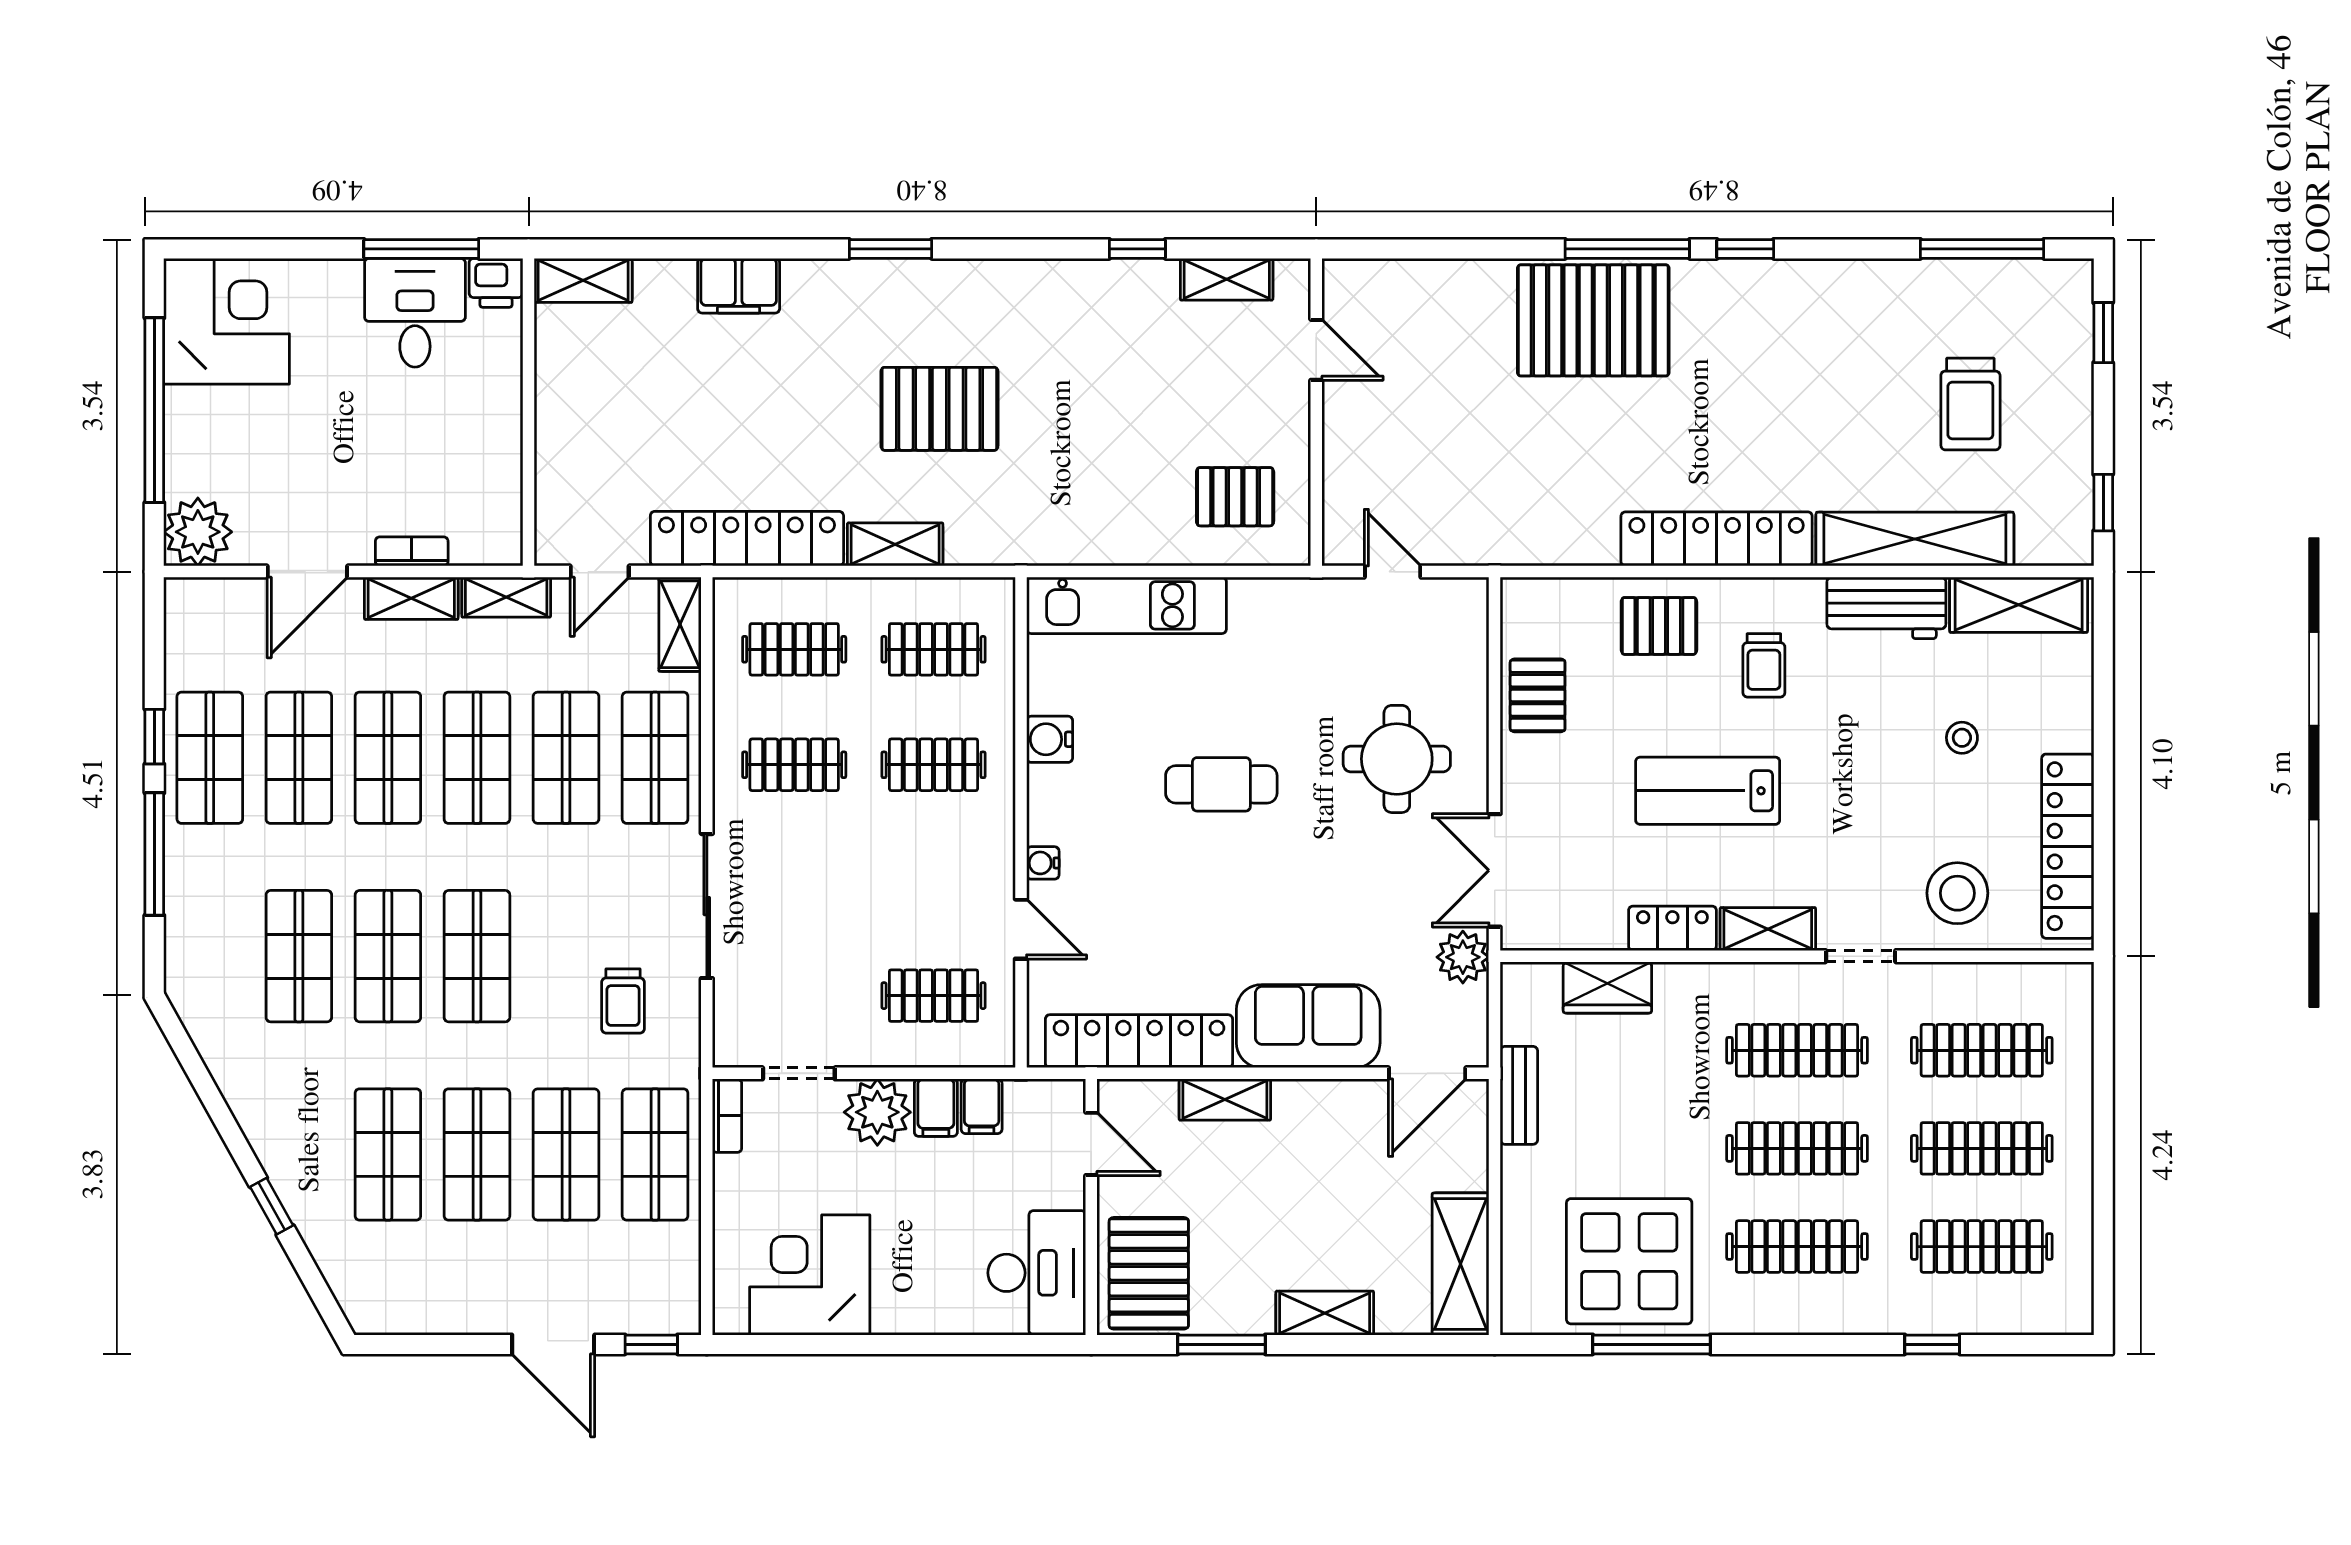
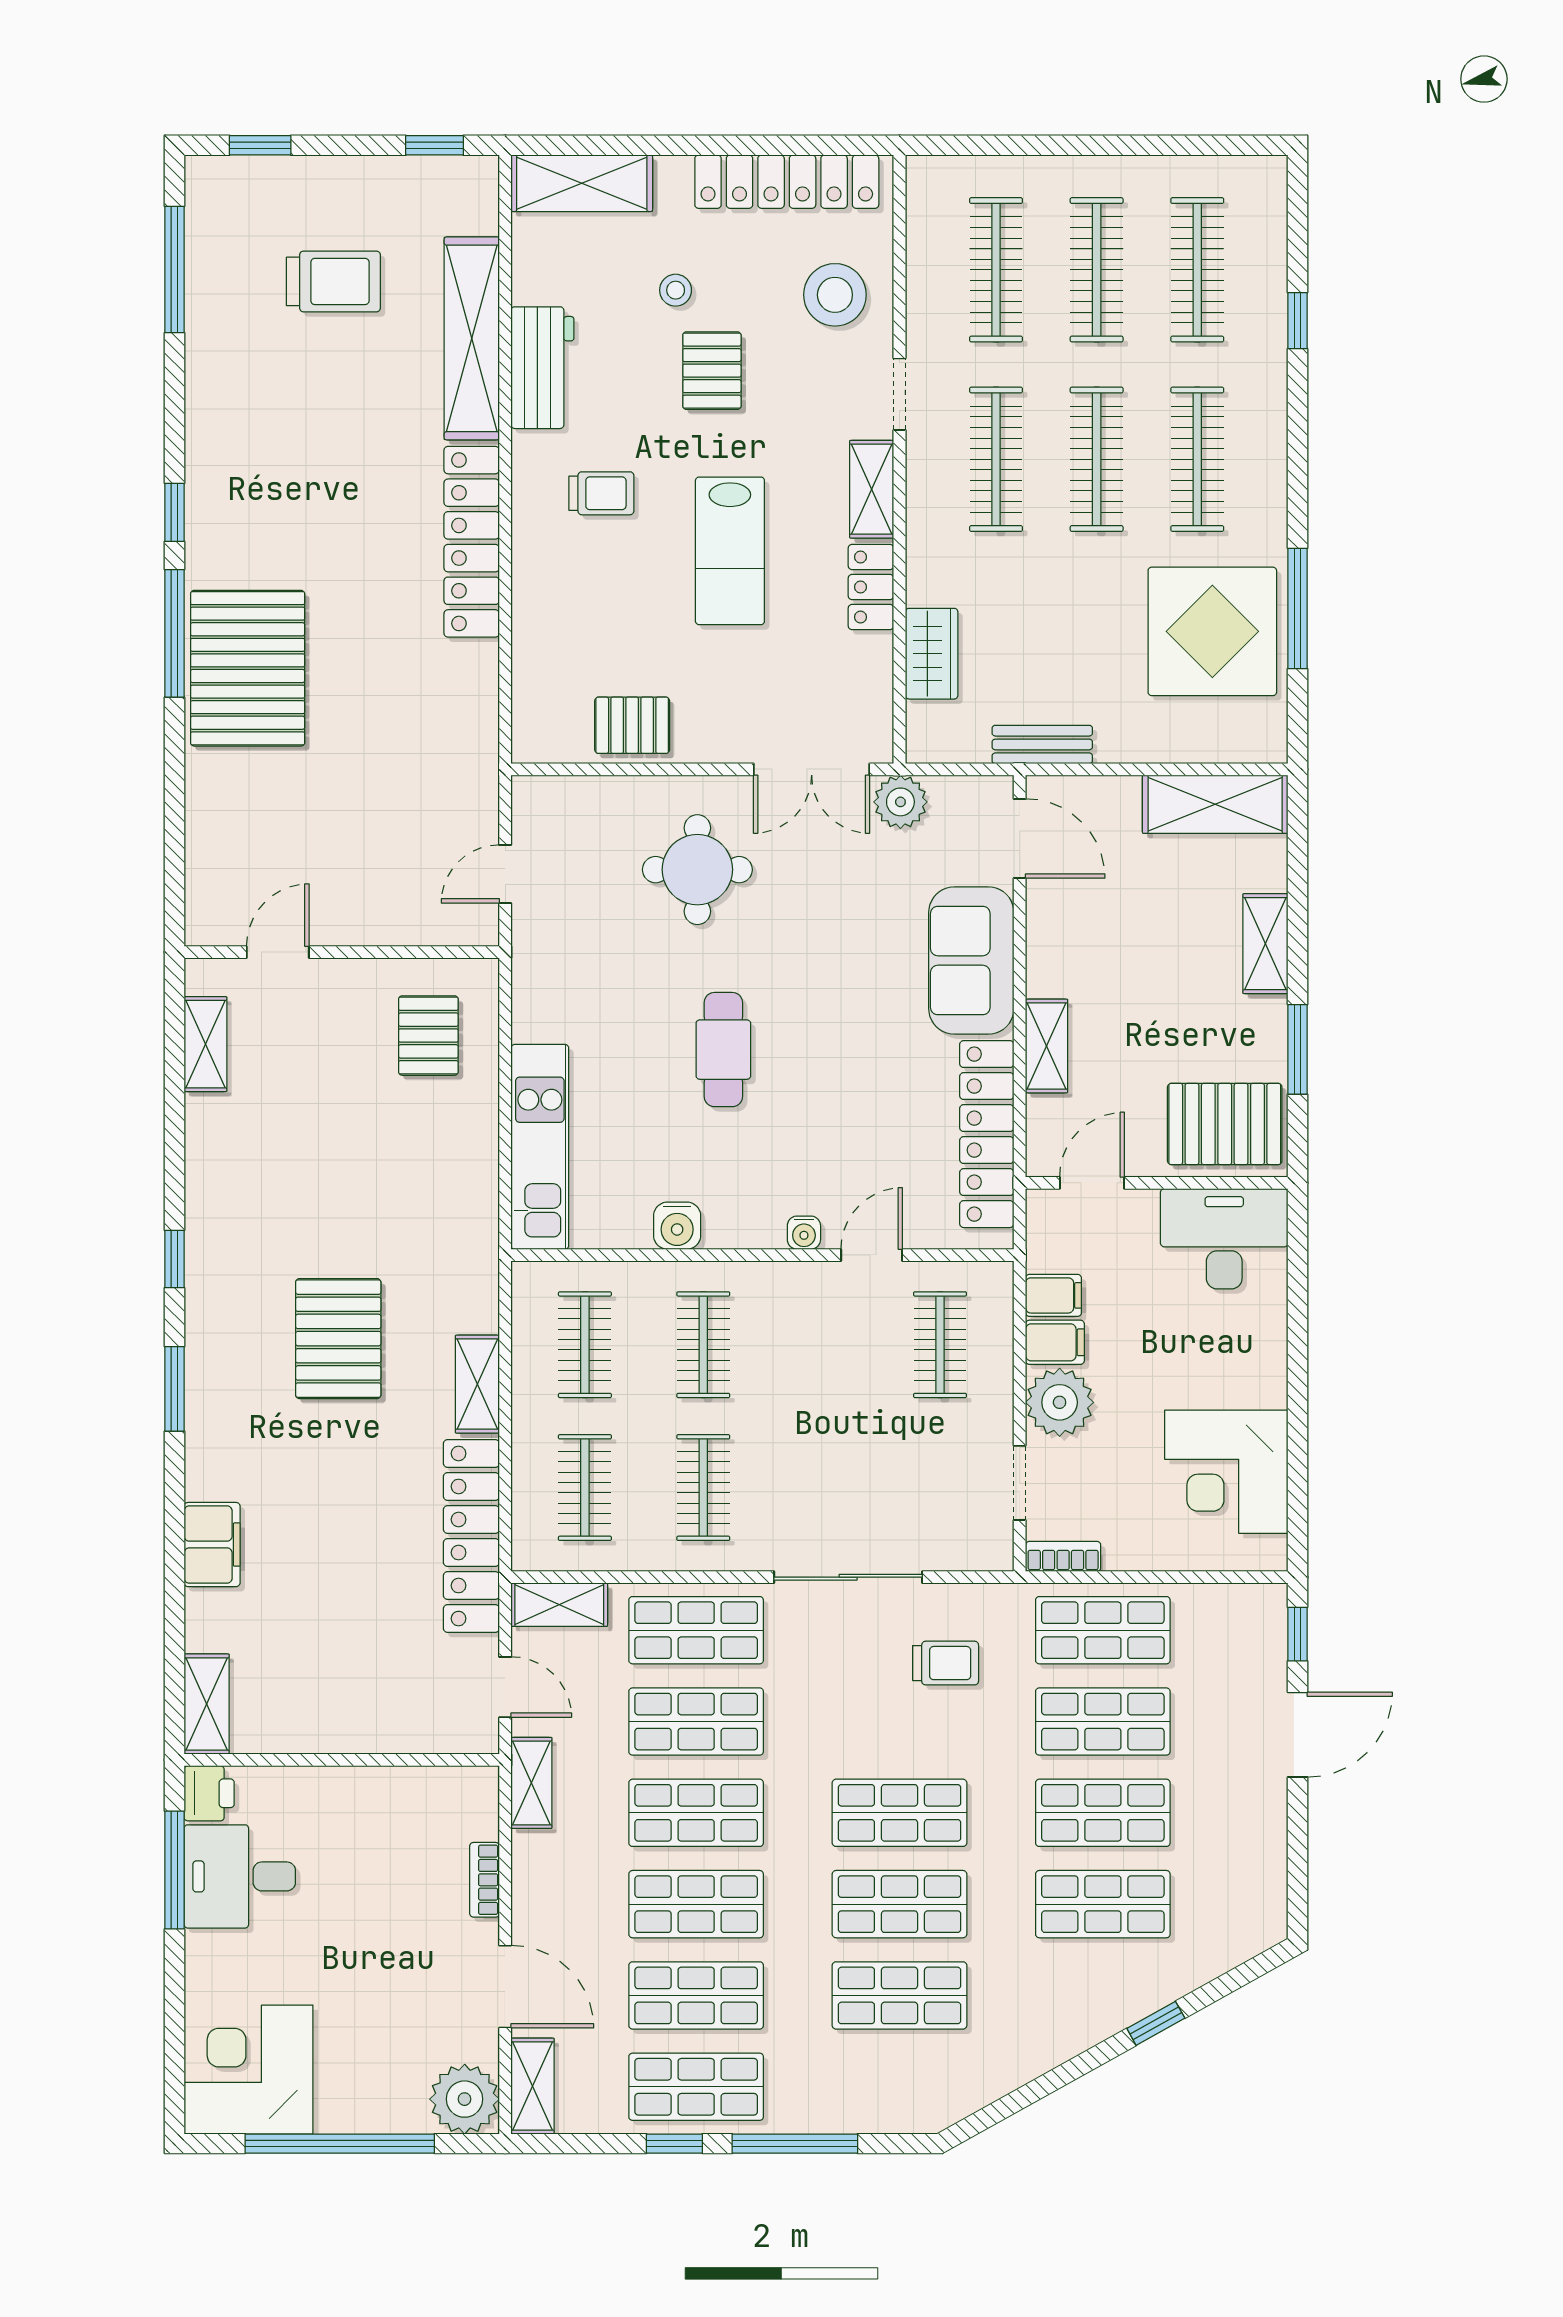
window: (1137, 249) -> (174, 1259), moved
shelving: (411, 598) -> (533, 2086), moved
shelving: (2019, 605) -> (582, 183), moved, turned 90
pallet: (1659, 626) -> (712, 371), moved

